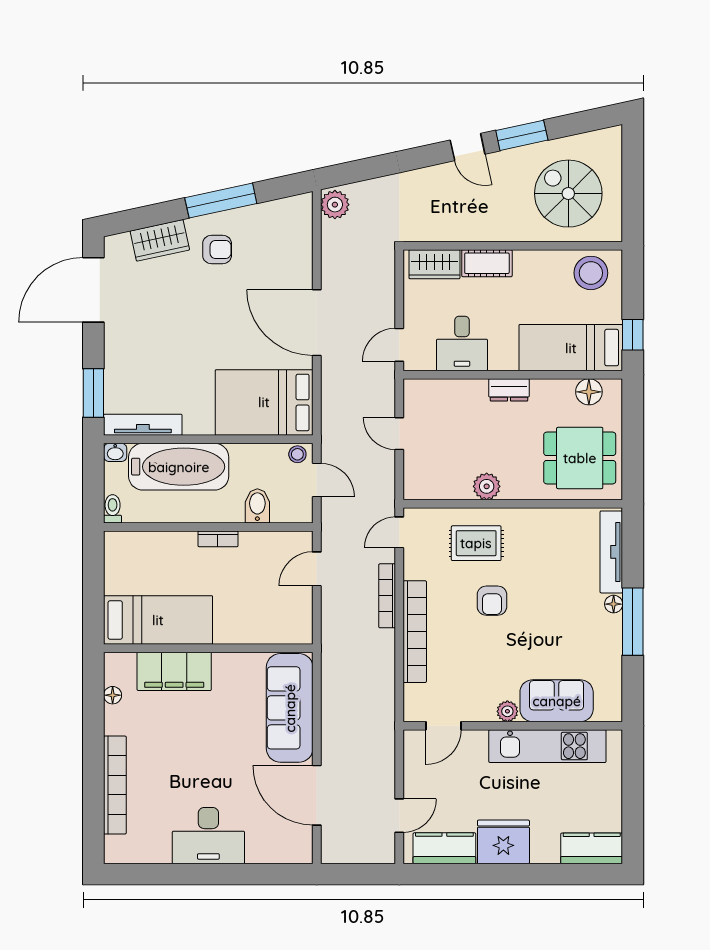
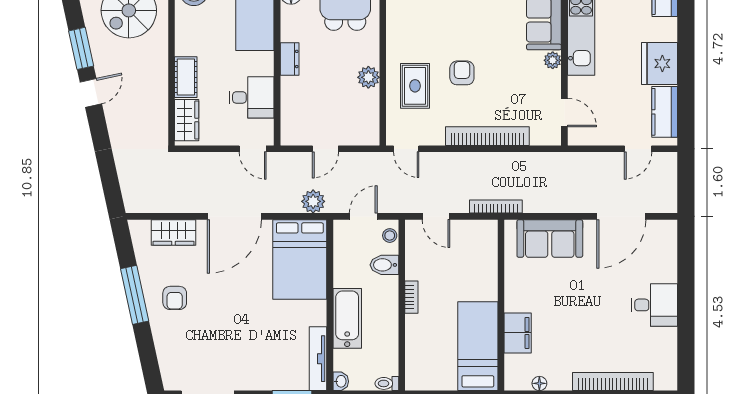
plant: (335, 205) -> (313, 201), moved
wardrobe: (160, 240) -> (173, 232), moved, turned 102
armchair: (217, 250) -> (175, 298), turned 180
stool: (297, 454) -> (390, 236), moved
bathtub: (179, 467) -> (347, 318), width x0.73, depth x0.73
bookcase: (387, 596) -> (496, 206), moved, turned 180
armchair: (492, 601) -> (462, 73), turned -90
filing cabinet: (174, 671) -> (518, 333), width x0.67, depth x0.86
sofa: (290, 708) -> (550, 239), width x0.73
door: (399, 816) -> (638, 149), swing flipped
desk: (208, 836) -> (654, 305), width x0.73

